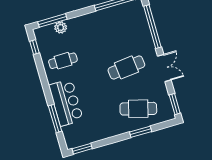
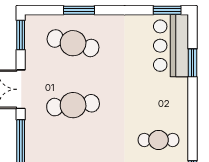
bar counter: (66, 103) -> (171, 46), moved
window: (55, 119) -> (193, 63), width x0.69

